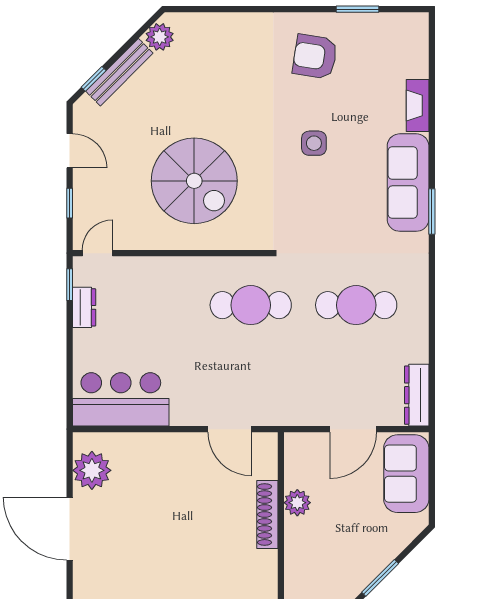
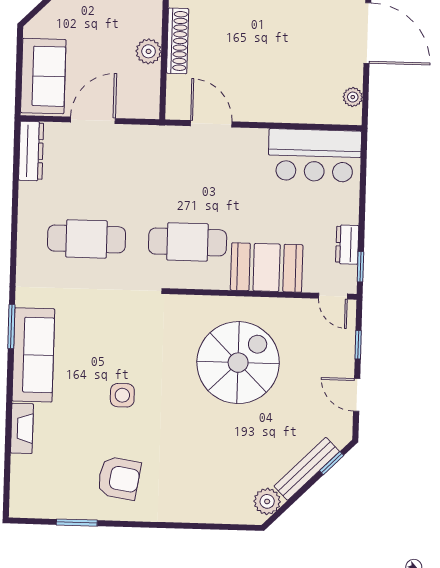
spiral stairs: (194, 181) -> (238, 363), turned 90
door: (97, 253) -> (333, 296), hinge flipped
booth: (167, 281) -> (267, 267), added
plant: (92, 470) -> (353, 97), width x0.53, depth x0.53

